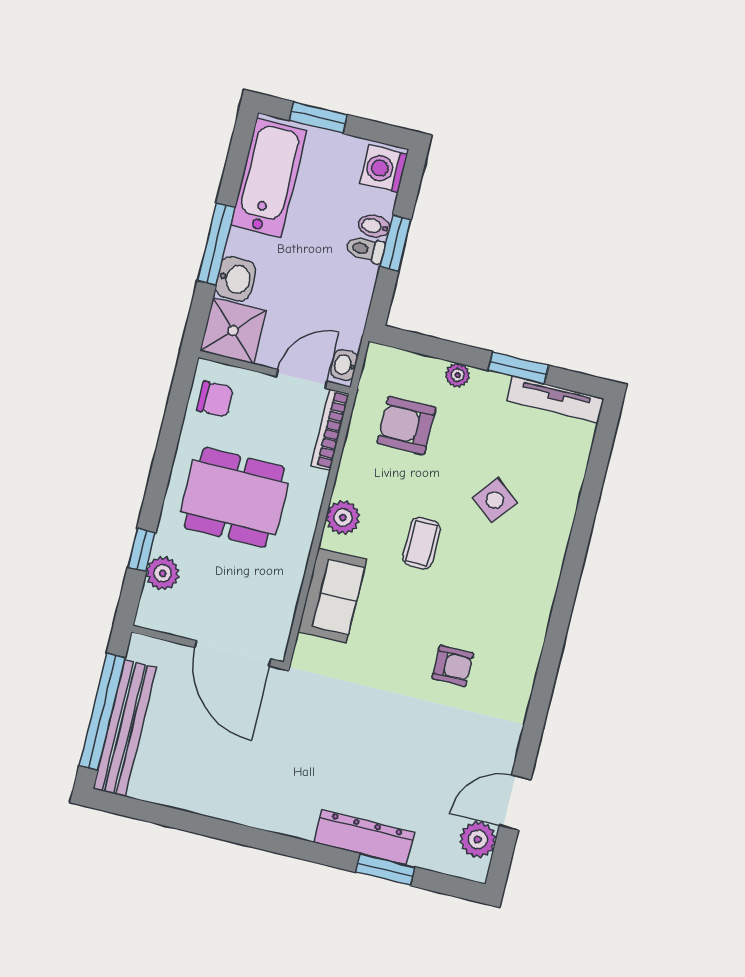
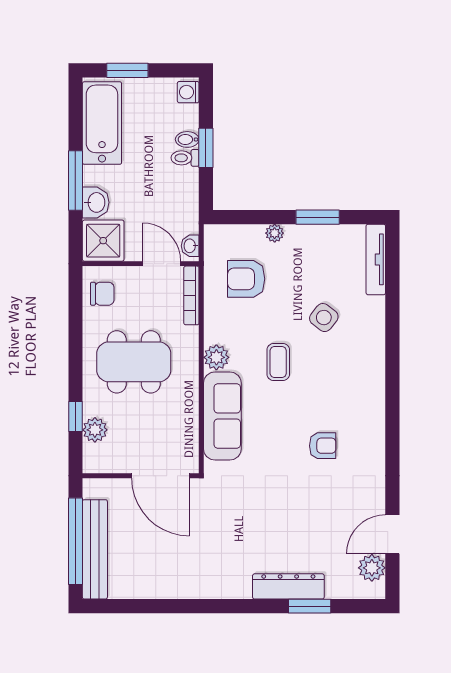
washing machine: (384, 169) -> (188, 92), width x0.73, depth x0.73
door: (302, 379) -> (162, 264), hinge flipped
tv unit: (555, 400) -> (376, 259), moved, turned 90
sofa: (332, 596) -> (222, 416), width x1.36

